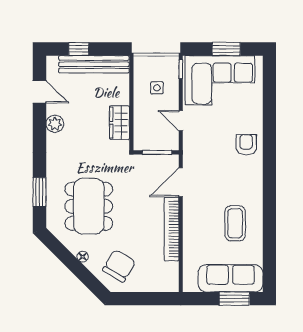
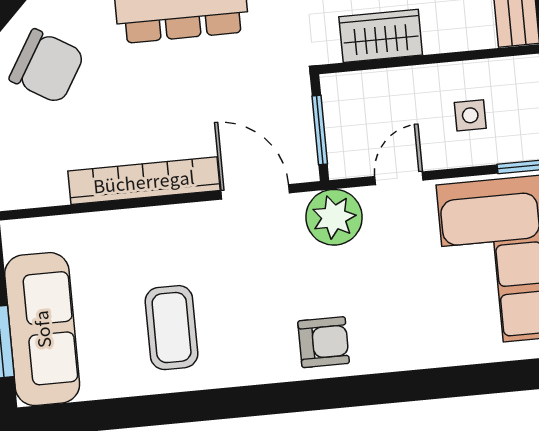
armchair: (246, 145) -> (324, 342), moved
plant: (195, 150) -> (334, 217), added
coffee table: (235, 223) -> (172, 328), turned 90

